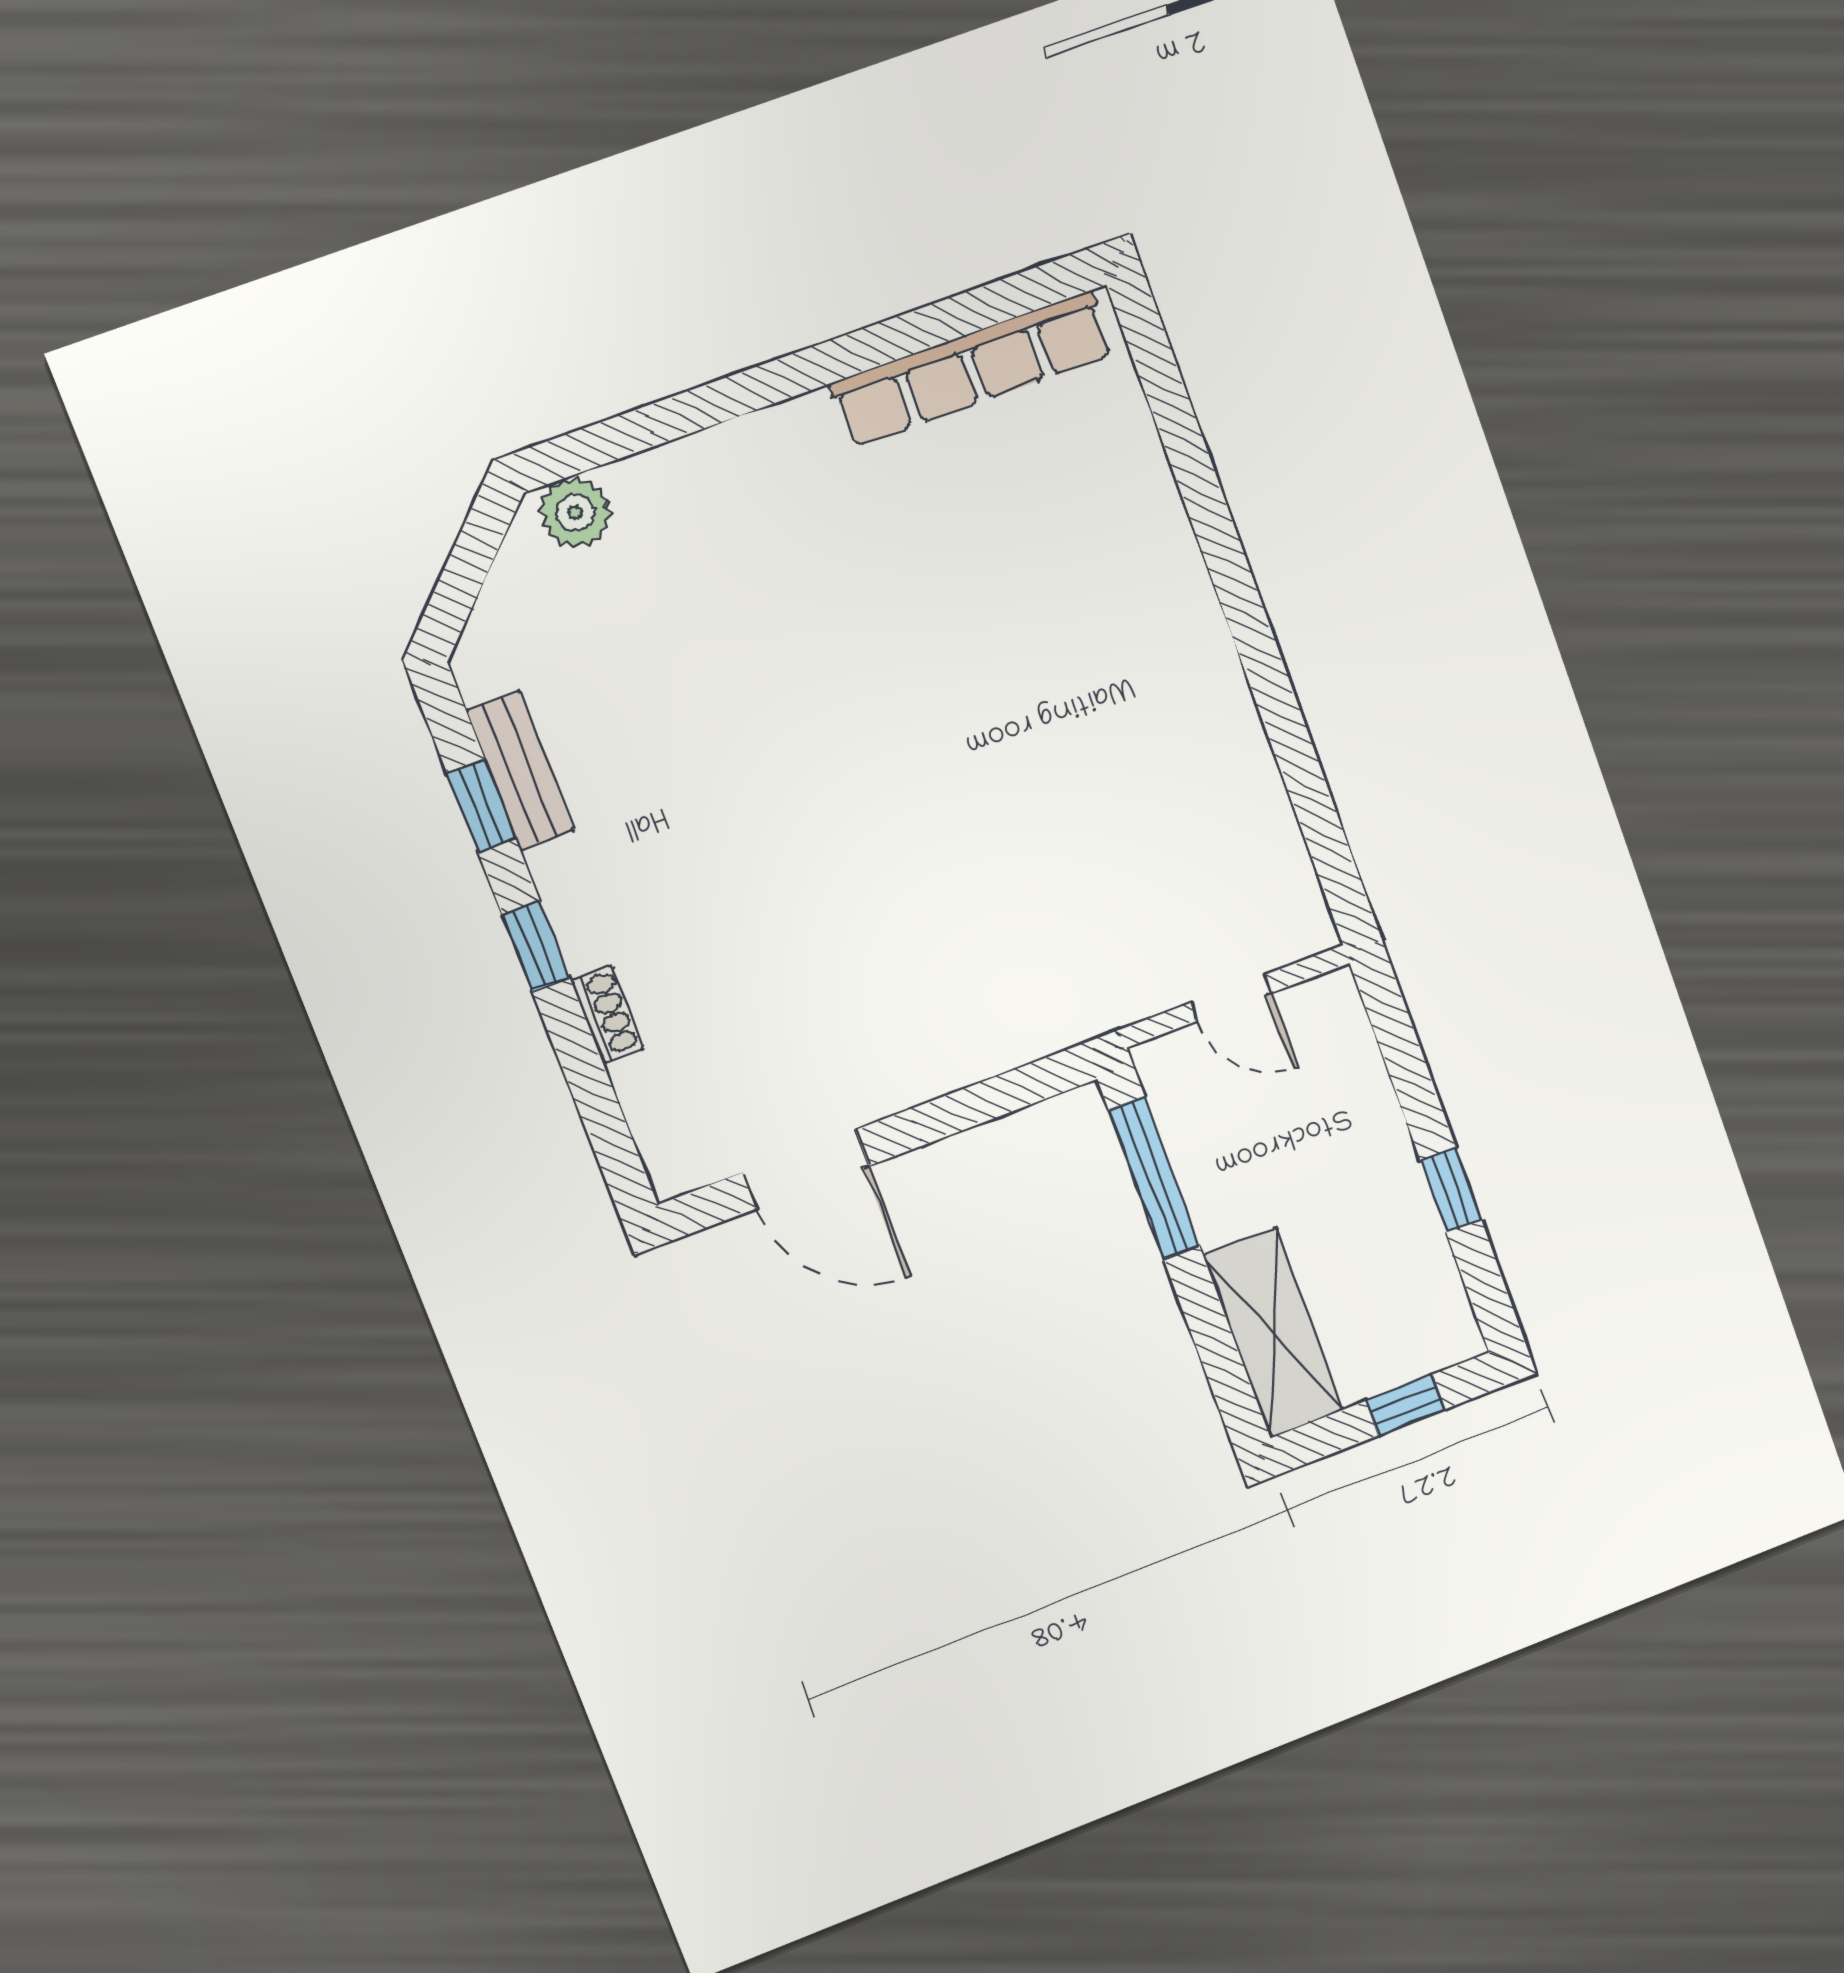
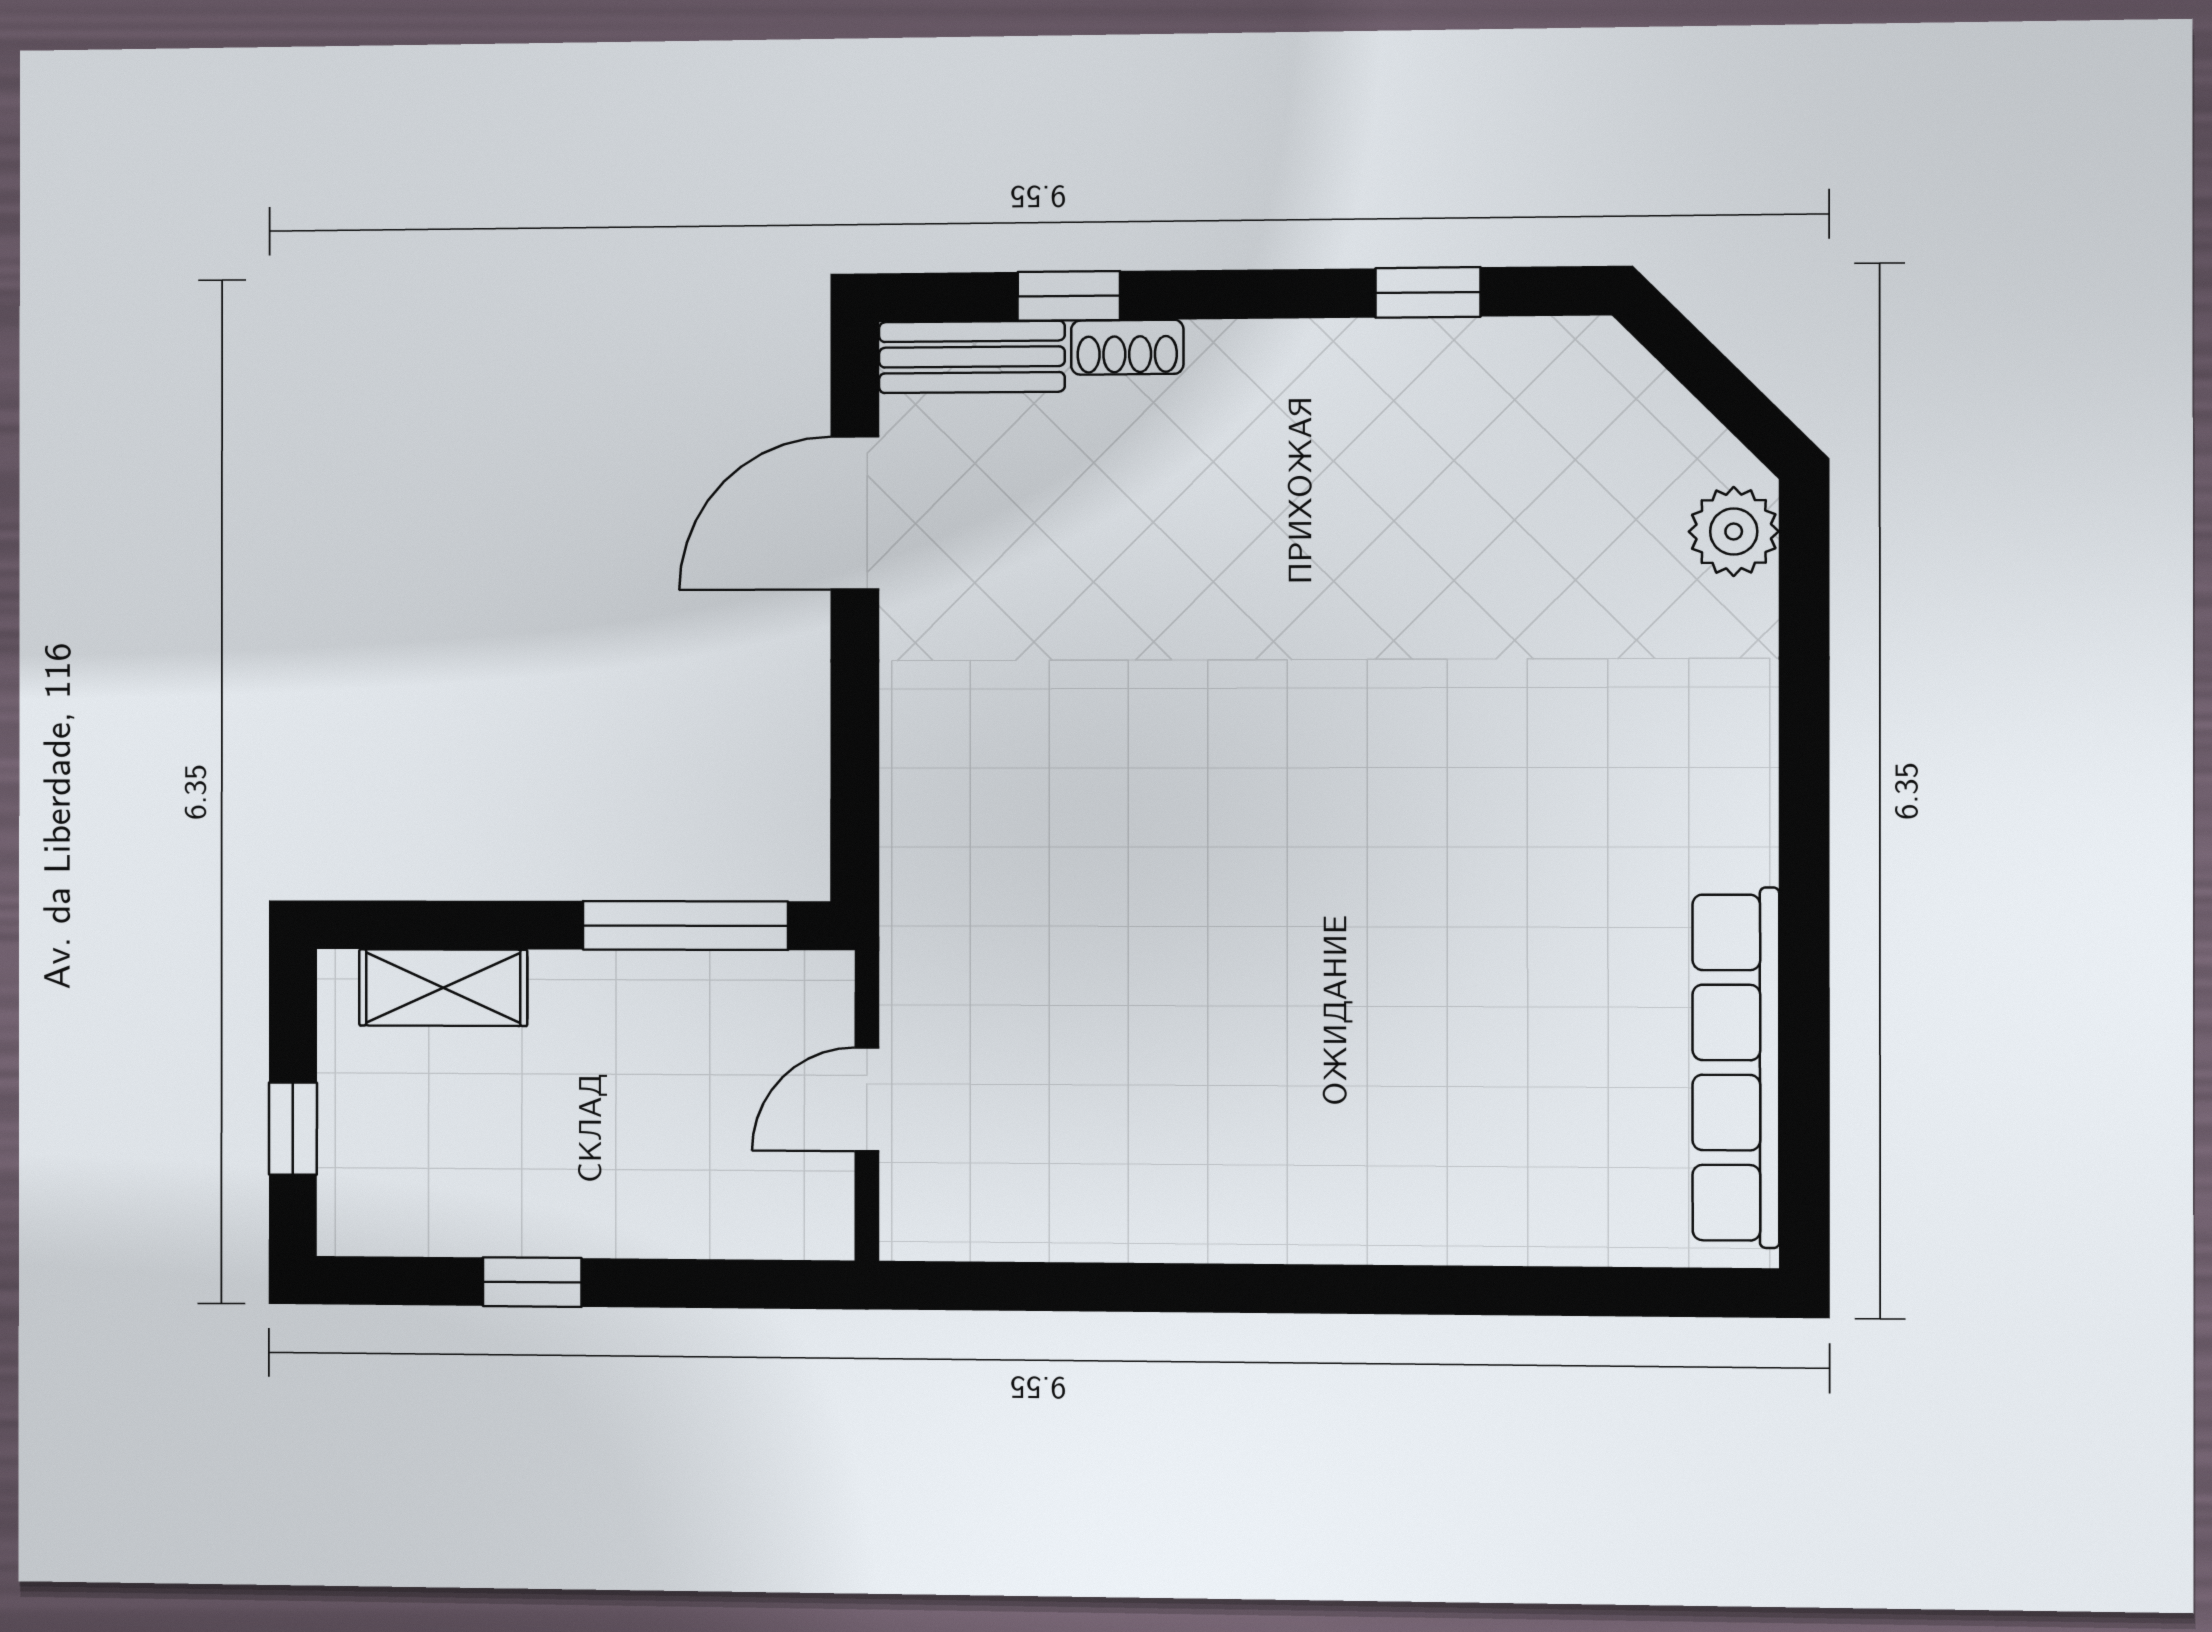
bench: (520, 770) -> (972, 357), moved
window: (536, 946) -> (1069, 296), moved
shelving: (1273, 1333) -> (443, 988), width x0.67, depth x0.75

